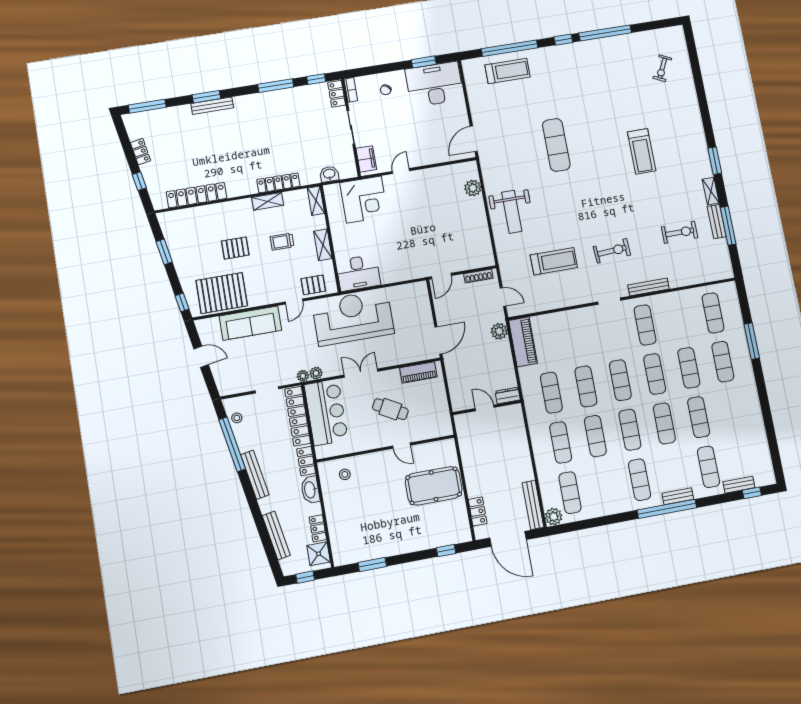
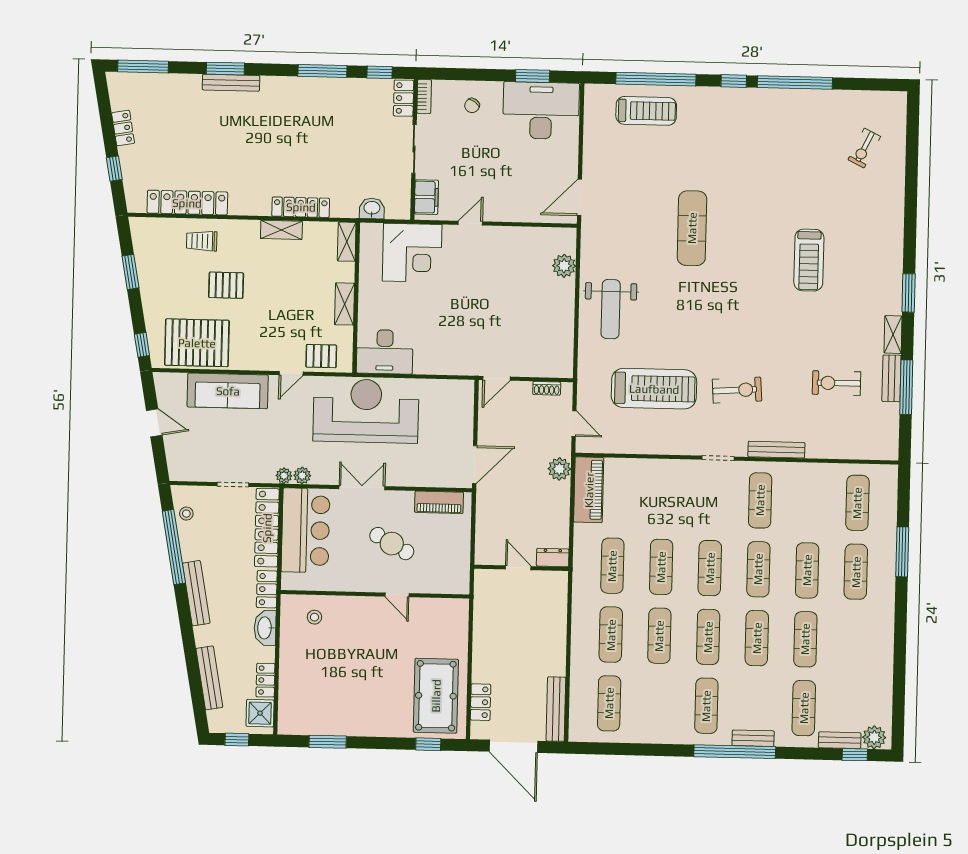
exercise bike: (680, 232) -> (837, 383), turned 180
trolley: (282, 242) -> (202, 241), moved
treadmill: (554, 261) -> (654, 389), width x1.37, depth x1.38
shoe rack: (478, 276) -> (547, 388), width x0.70
pool table: (434, 486) -> (436, 696), moved, turned 90
plant: (554, 517) -> (874, 737), moved

